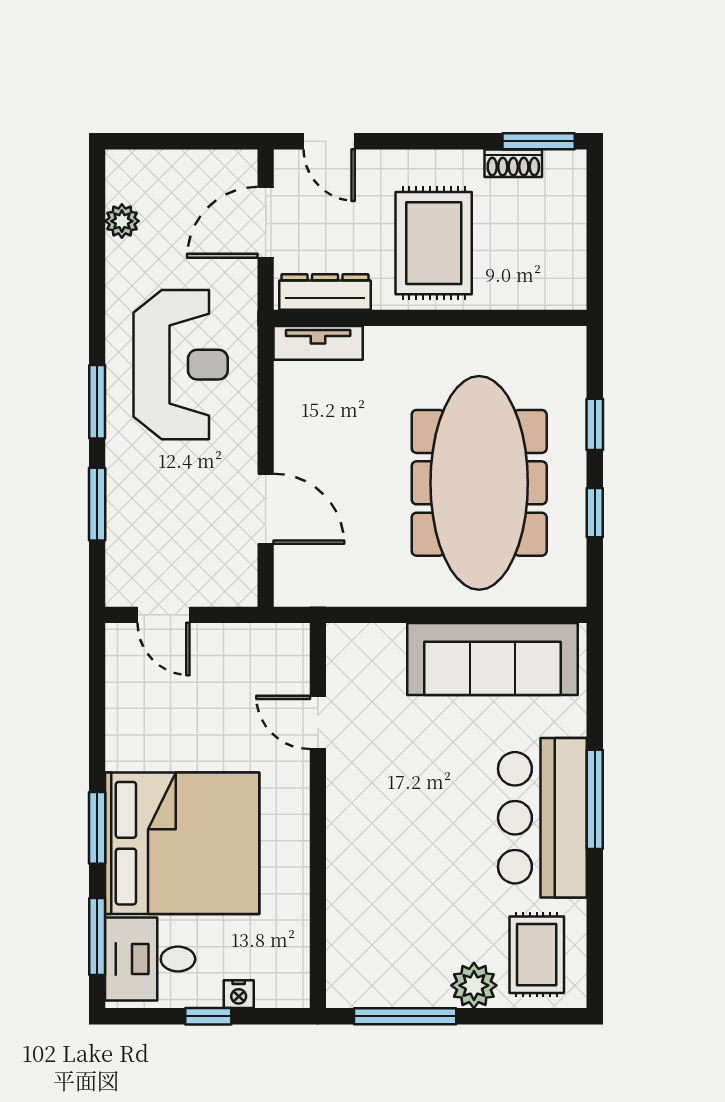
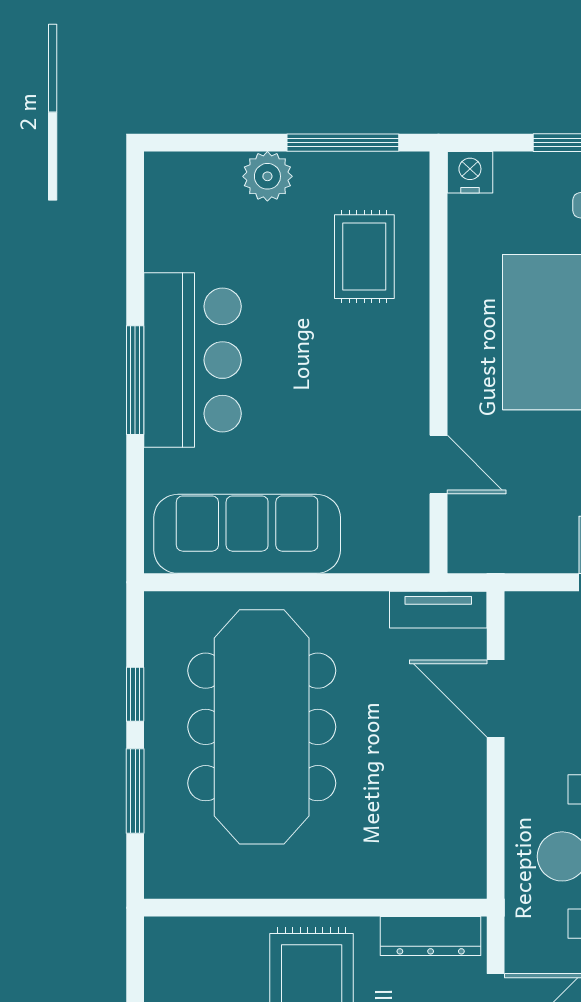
tv unit: (318, 343) -> (438, 610), moved, turned 180
window: (595, 424) -> (135, 791), width x1.50
rug: (537, 955) -> (364, 257), moved
nightstand: (239, 994) -> (470, 172), moved, width x1.39, depth x1.35

